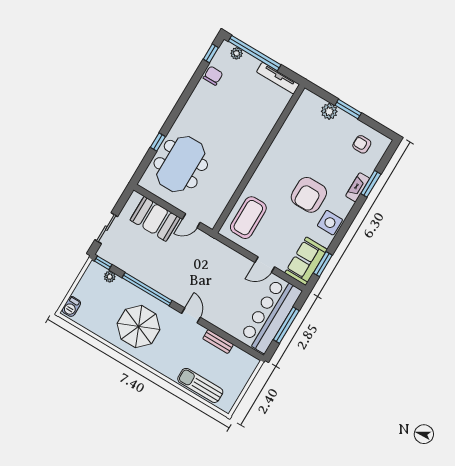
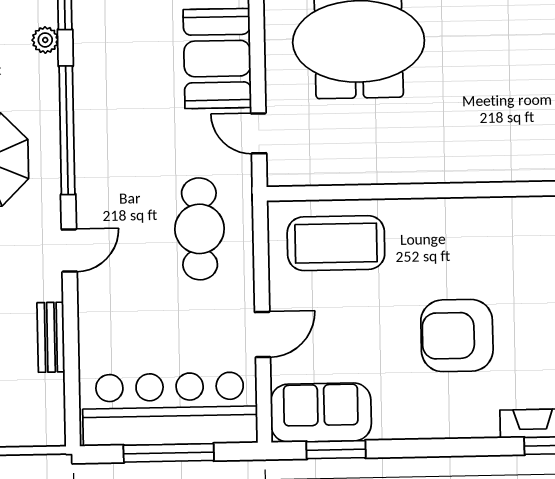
side table: (330, 223) -> (428, 412), removed
cafe table: (212, 264) -> (200, 229), added
door: (265, 265) -> (263, 335), swing flipped

